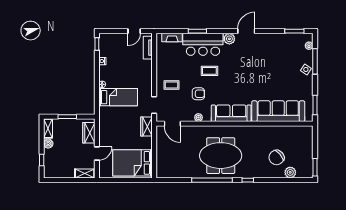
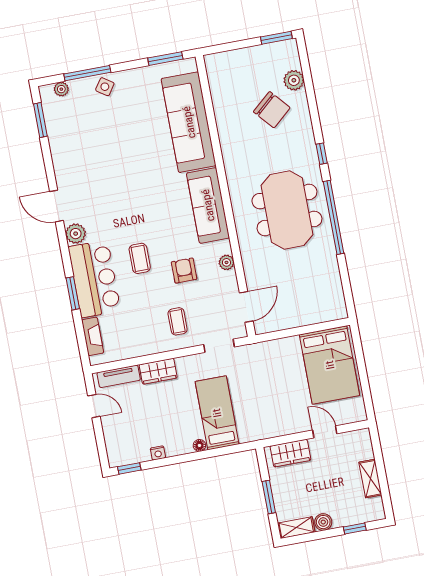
wardrobe: (147, 127) -> (158, 371), moved
shelving: (85, 173) -> (370, 479), moved

